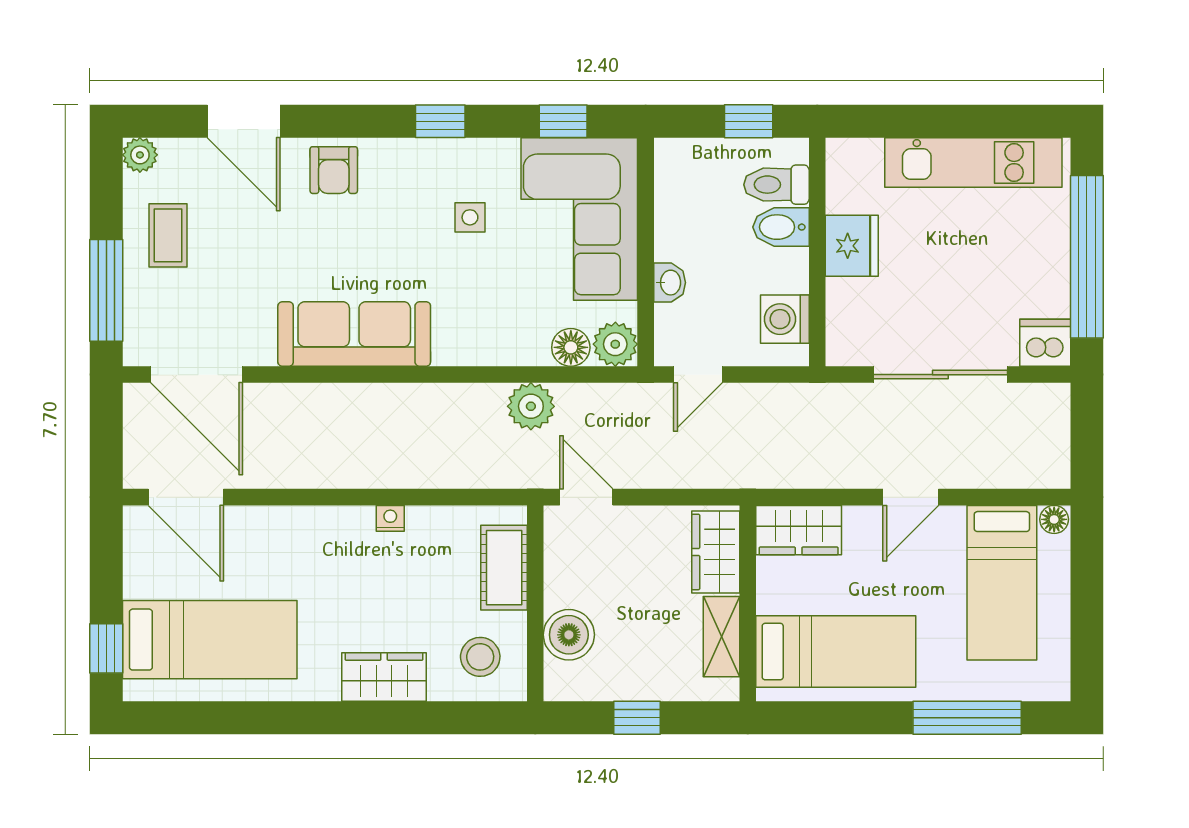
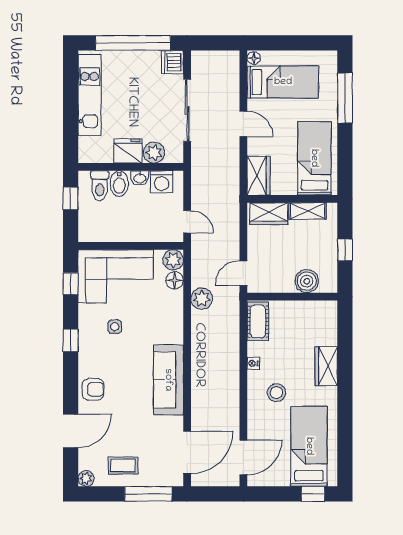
washbasin: (670, 283) -> (140, 178), moved, turned 180
plant: (848, 303) -> (154, 153), added
cot: (504, 568) -> (258, 321), moved, turned 90
stool: (480, 657) -> (276, 393), moved

